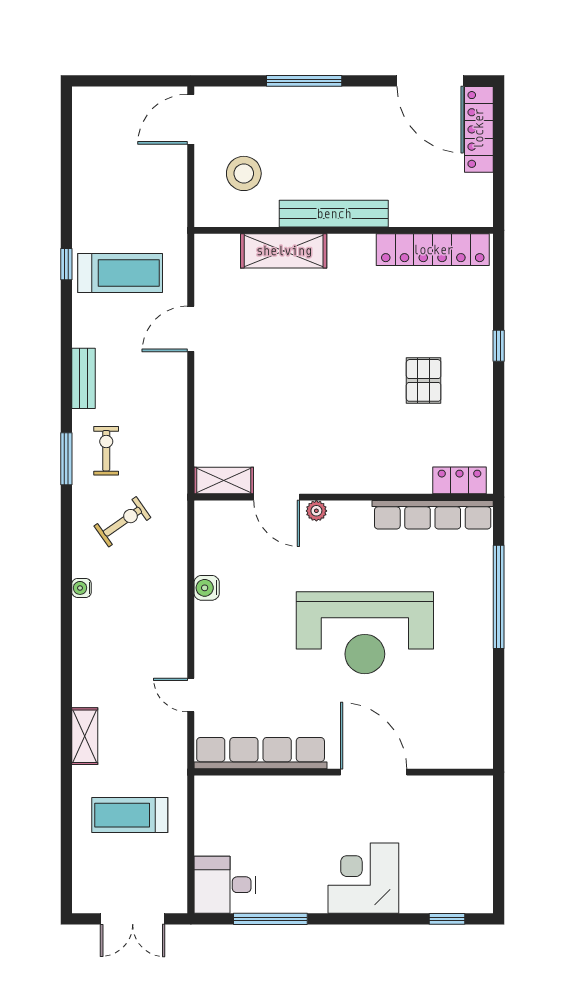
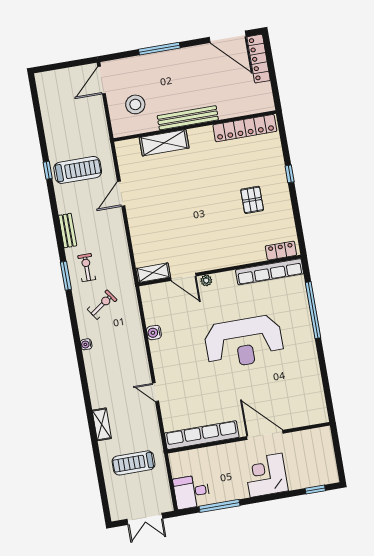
row of seats: (261, 753) -> (202, 435), moved
wall: (344, 772) -> (249, 438), moved
door: (374, 772) -> (265, 435), moved

